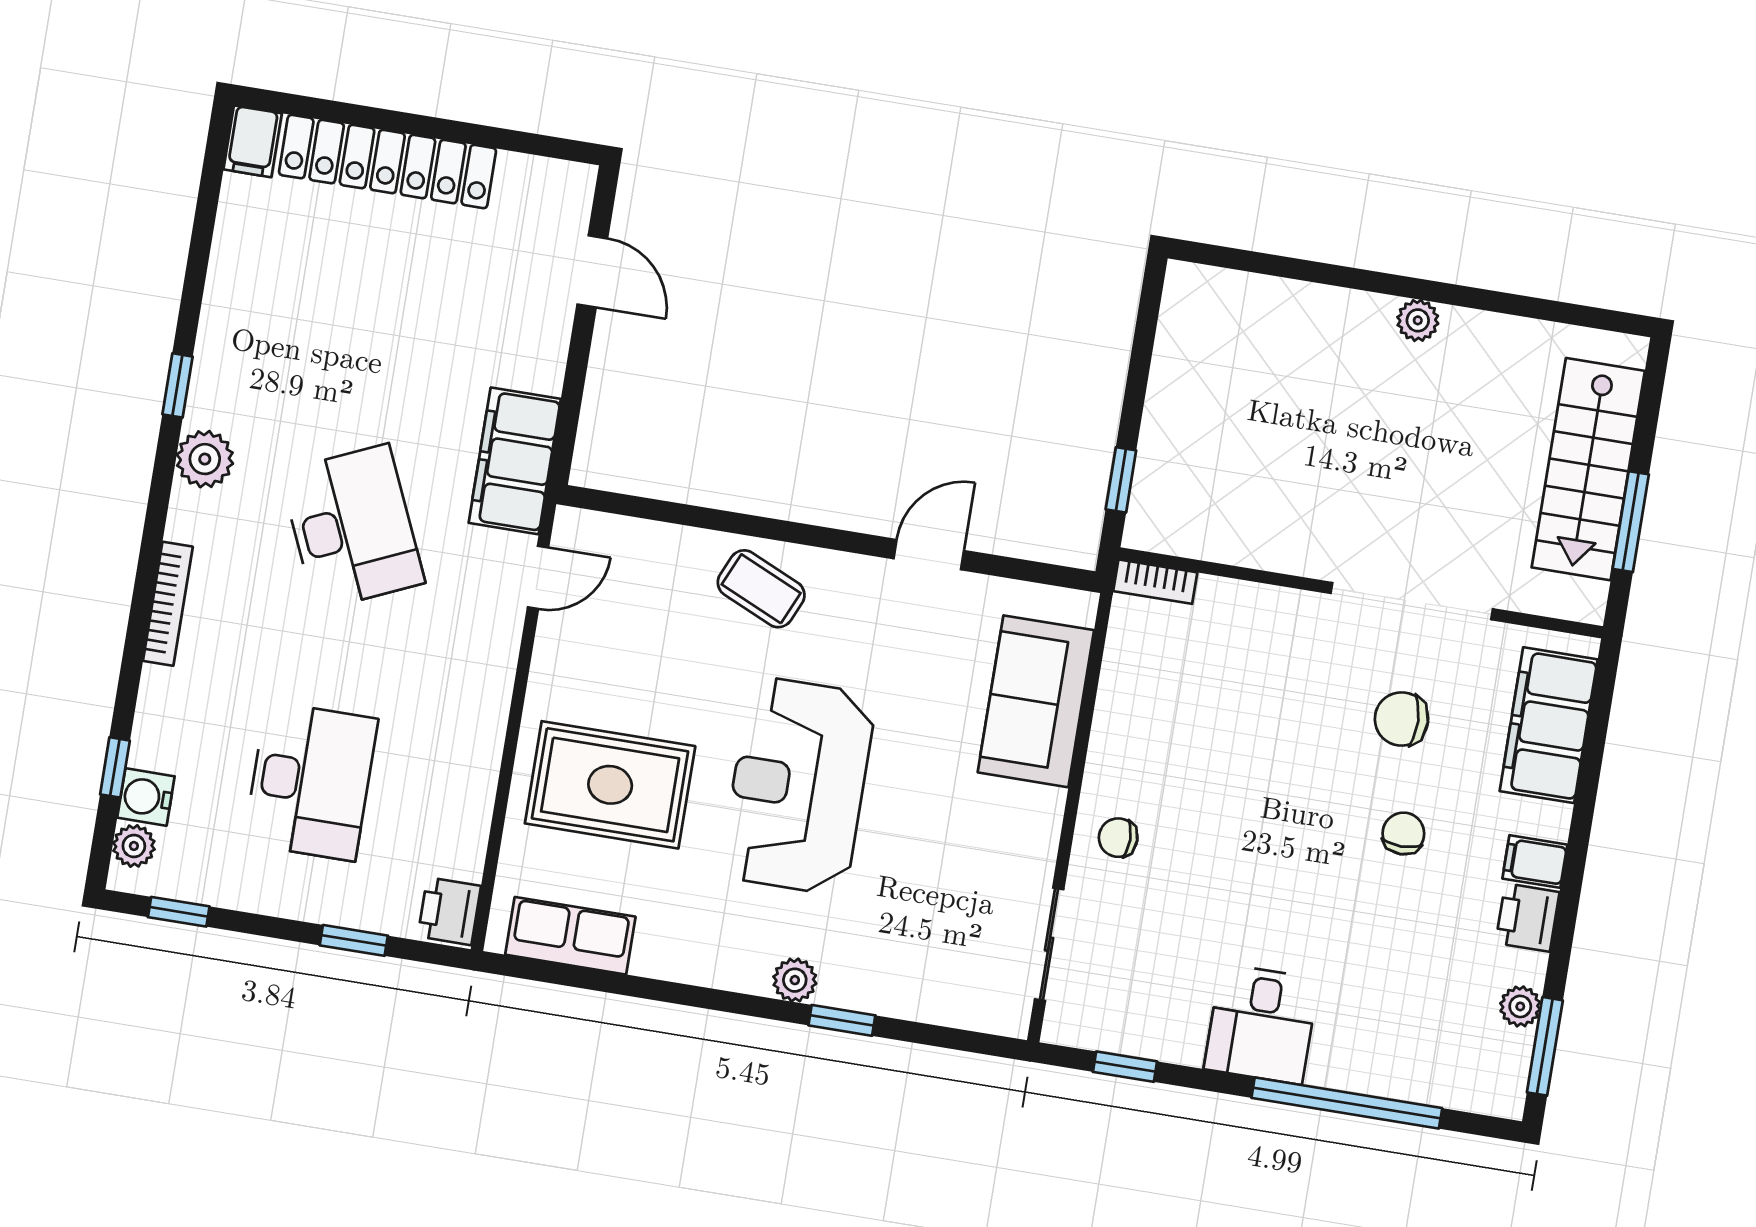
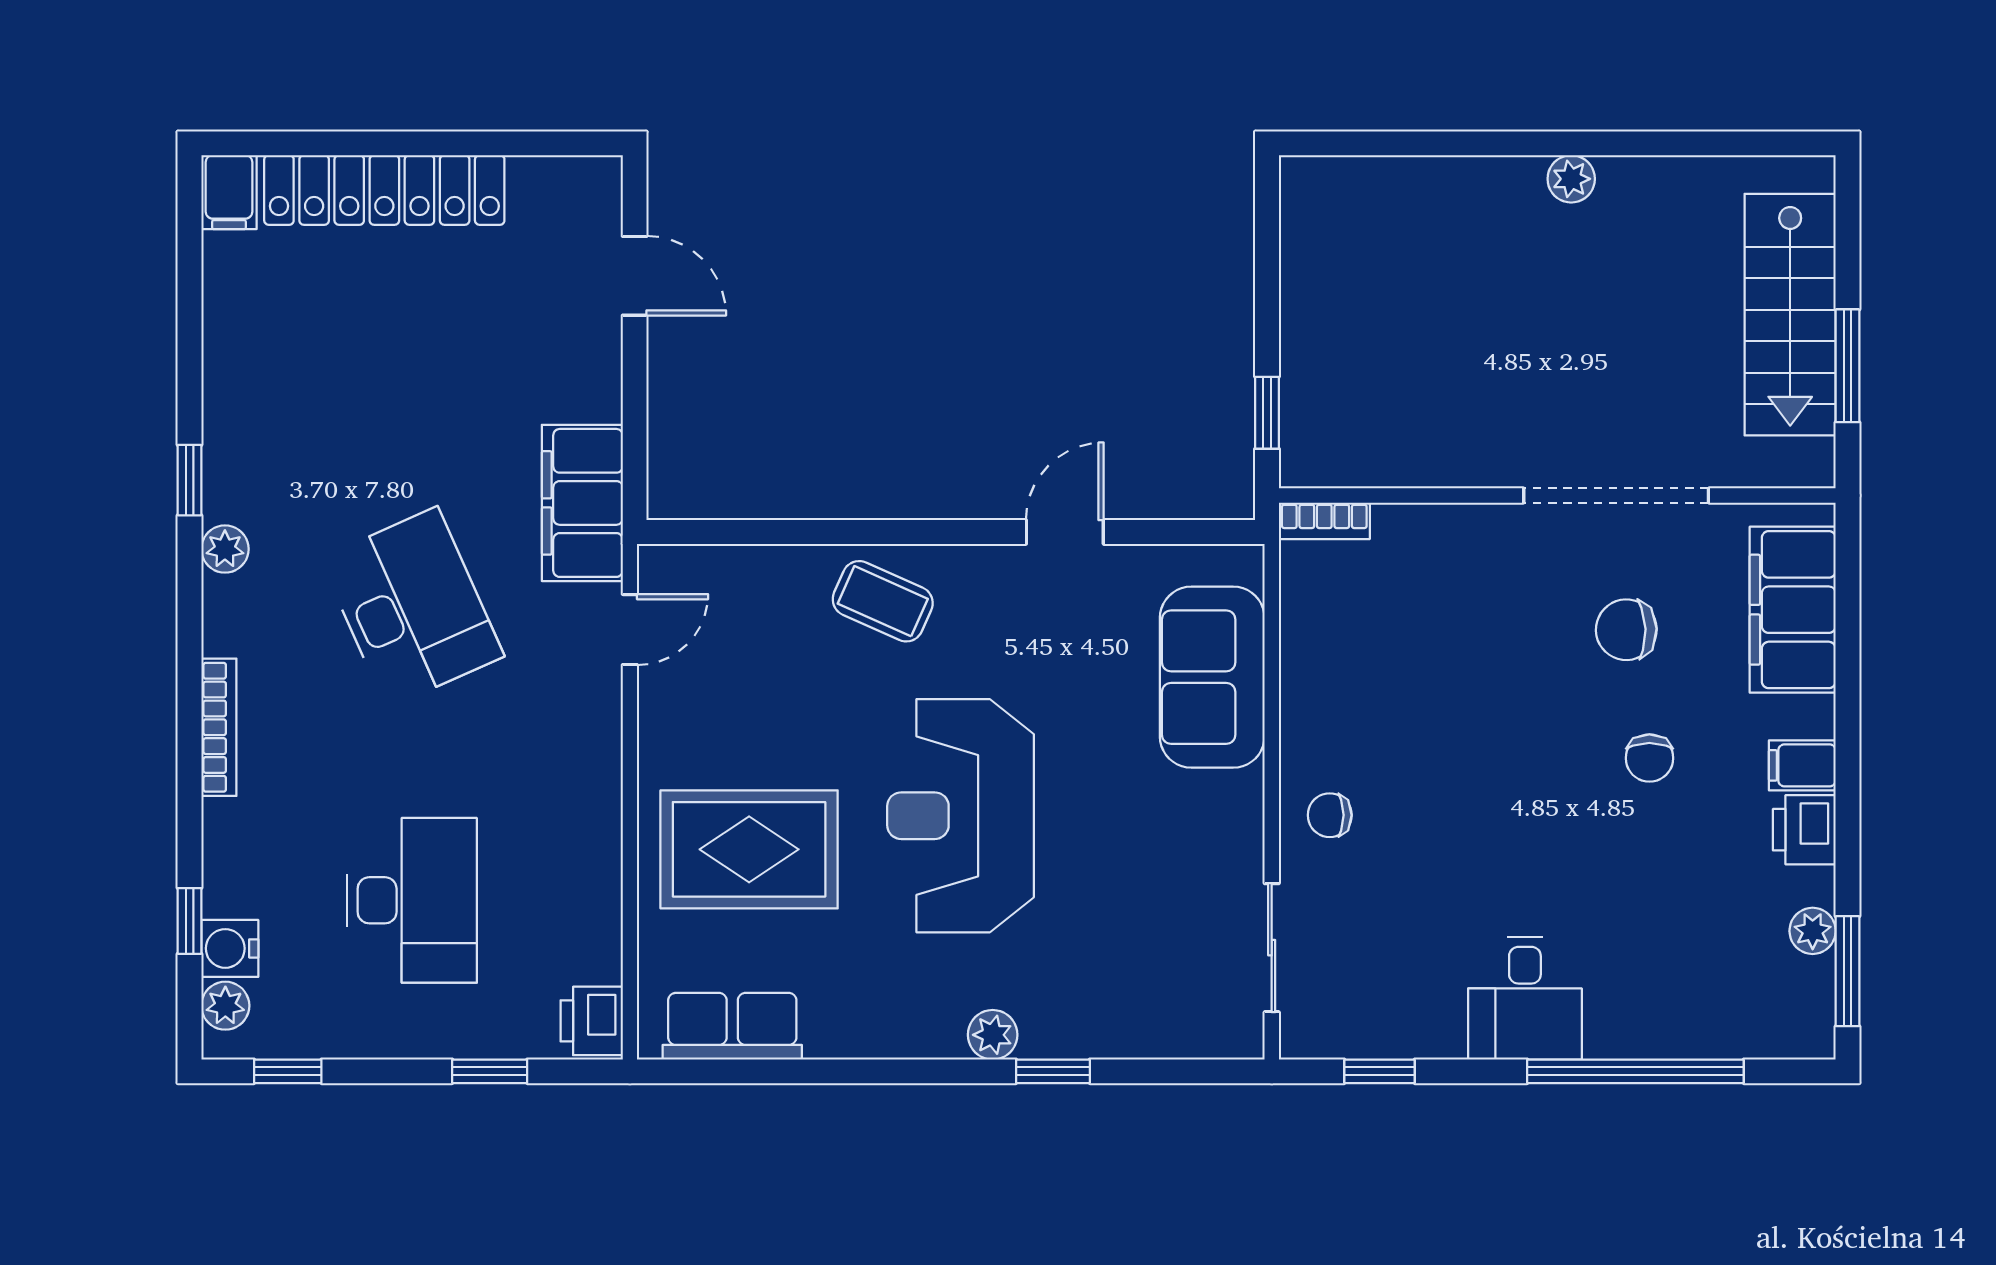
plant: (205, 459) -> (225, 549), width x0.73, depth x0.73
chair: (1403, 833) -> (1649, 758), turned 180

